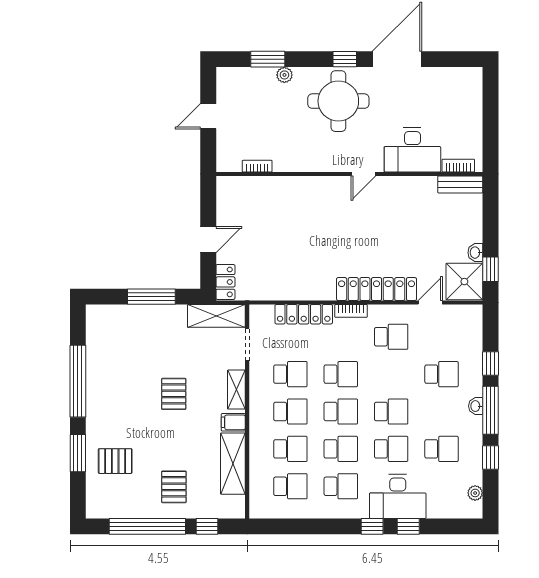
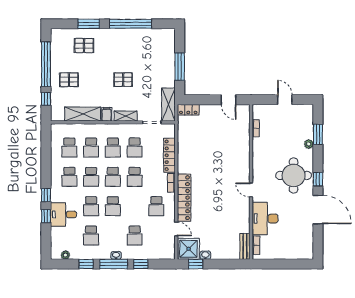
door: (208, 240) -> (229, 100), moved
pallet: (115, 461) -> (84, 46), turned 90
desk: (398, 496) -> (63, 214), width x0.73

